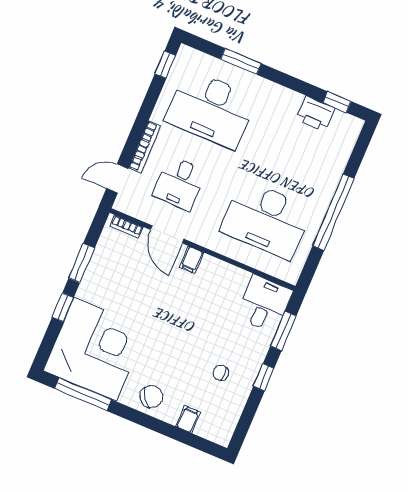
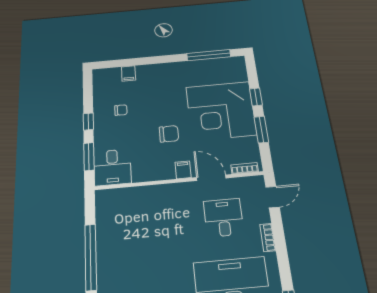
bookcase: (144, 147) -> (268, 237), width x0.64
desk: (266, 220) -> (142, 225), removed
corner desk: (95, 349) -> (221, 111), moved
chair: (151, 397) -> (169, 134), moved, turned -143

